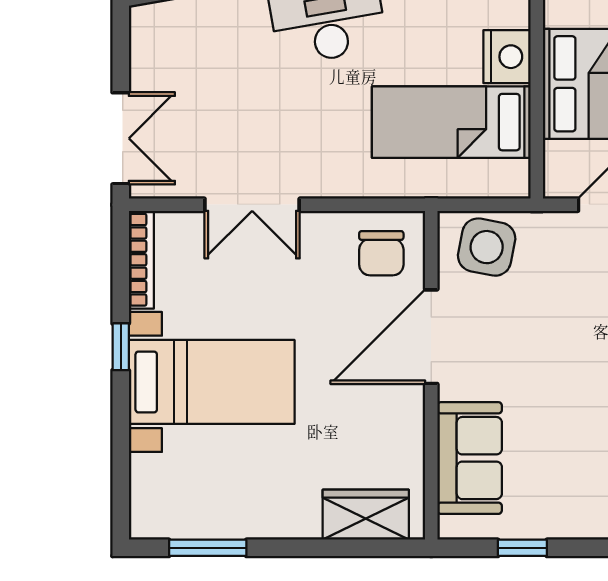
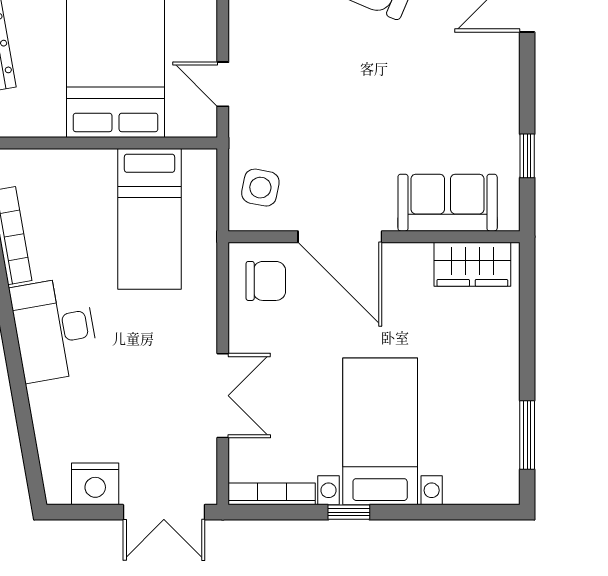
nightstand: (507, 57) -> (95, 484), moved, turned 180
double door: (121, 138) -> (164, 512), swing flipped
side table: (487, 247) -> (260, 188), width x0.73, depth x0.73
wardrobe: (366, 515) -> (472, 264), moved, turned -90

